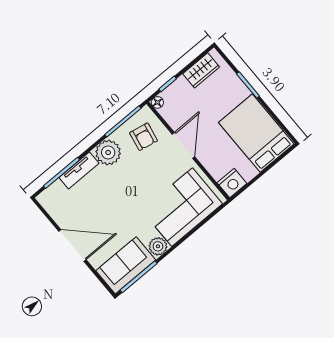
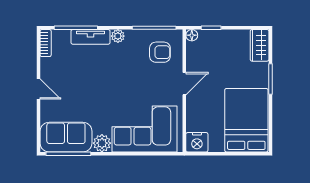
wardrobe: (201, 70) -> (260, 45), moved, turned 90
armchair: (144, 137) -> (160, 52), turned -101
door: (183, 145) -> (184, 84), width x0.73
plant: (108, 152) -> (118, 36), width x0.53, depth x0.53
bookcase: (48, 205) -> (46, 43), added
door: (72, 246) -> (39, 89), width x0.53

